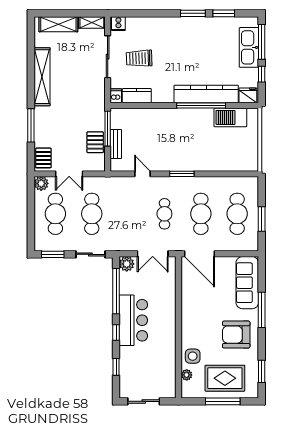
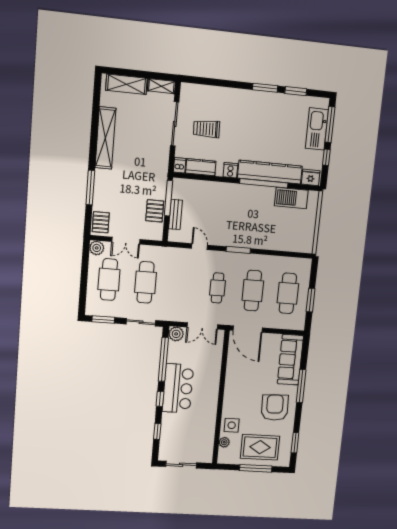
cooker: (118, 24) -> (230, 170), moved, turned 180
armchair: (236, 335) -> (275, 408), turned 88

